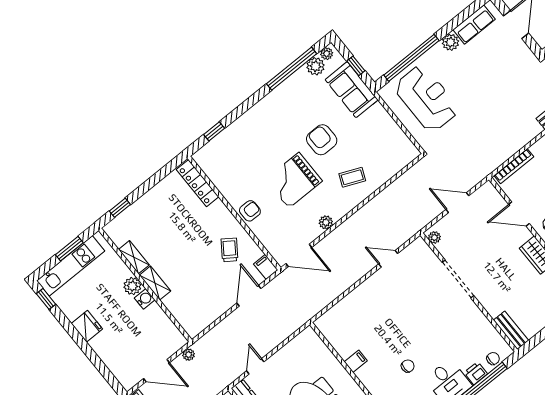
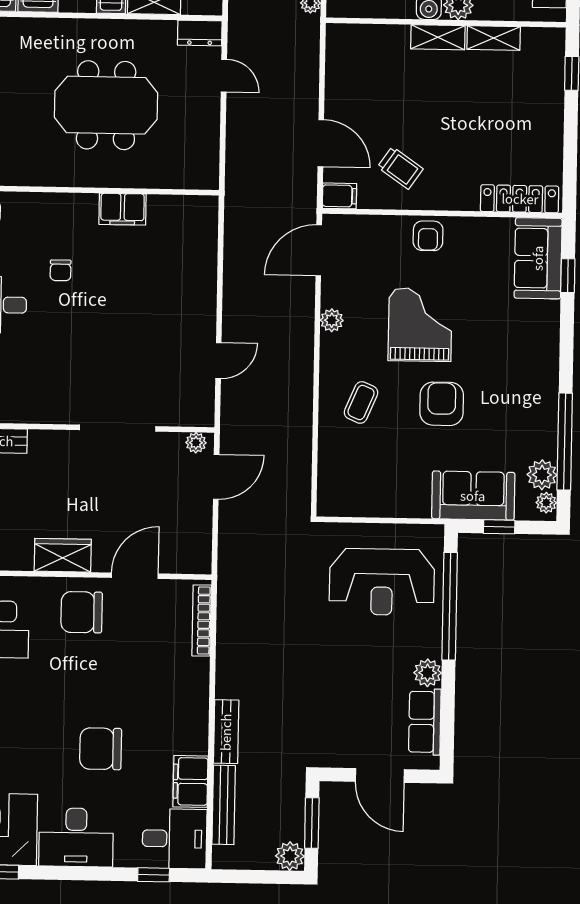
armchair: (322, 140) -> (442, 404), turned -90
sofa: (218, 152) -> (538, 258), added
door: (457, 203) -> (216, 477), moved
filing cabinet: (356, 361) -> (122, 209), width x2.00

